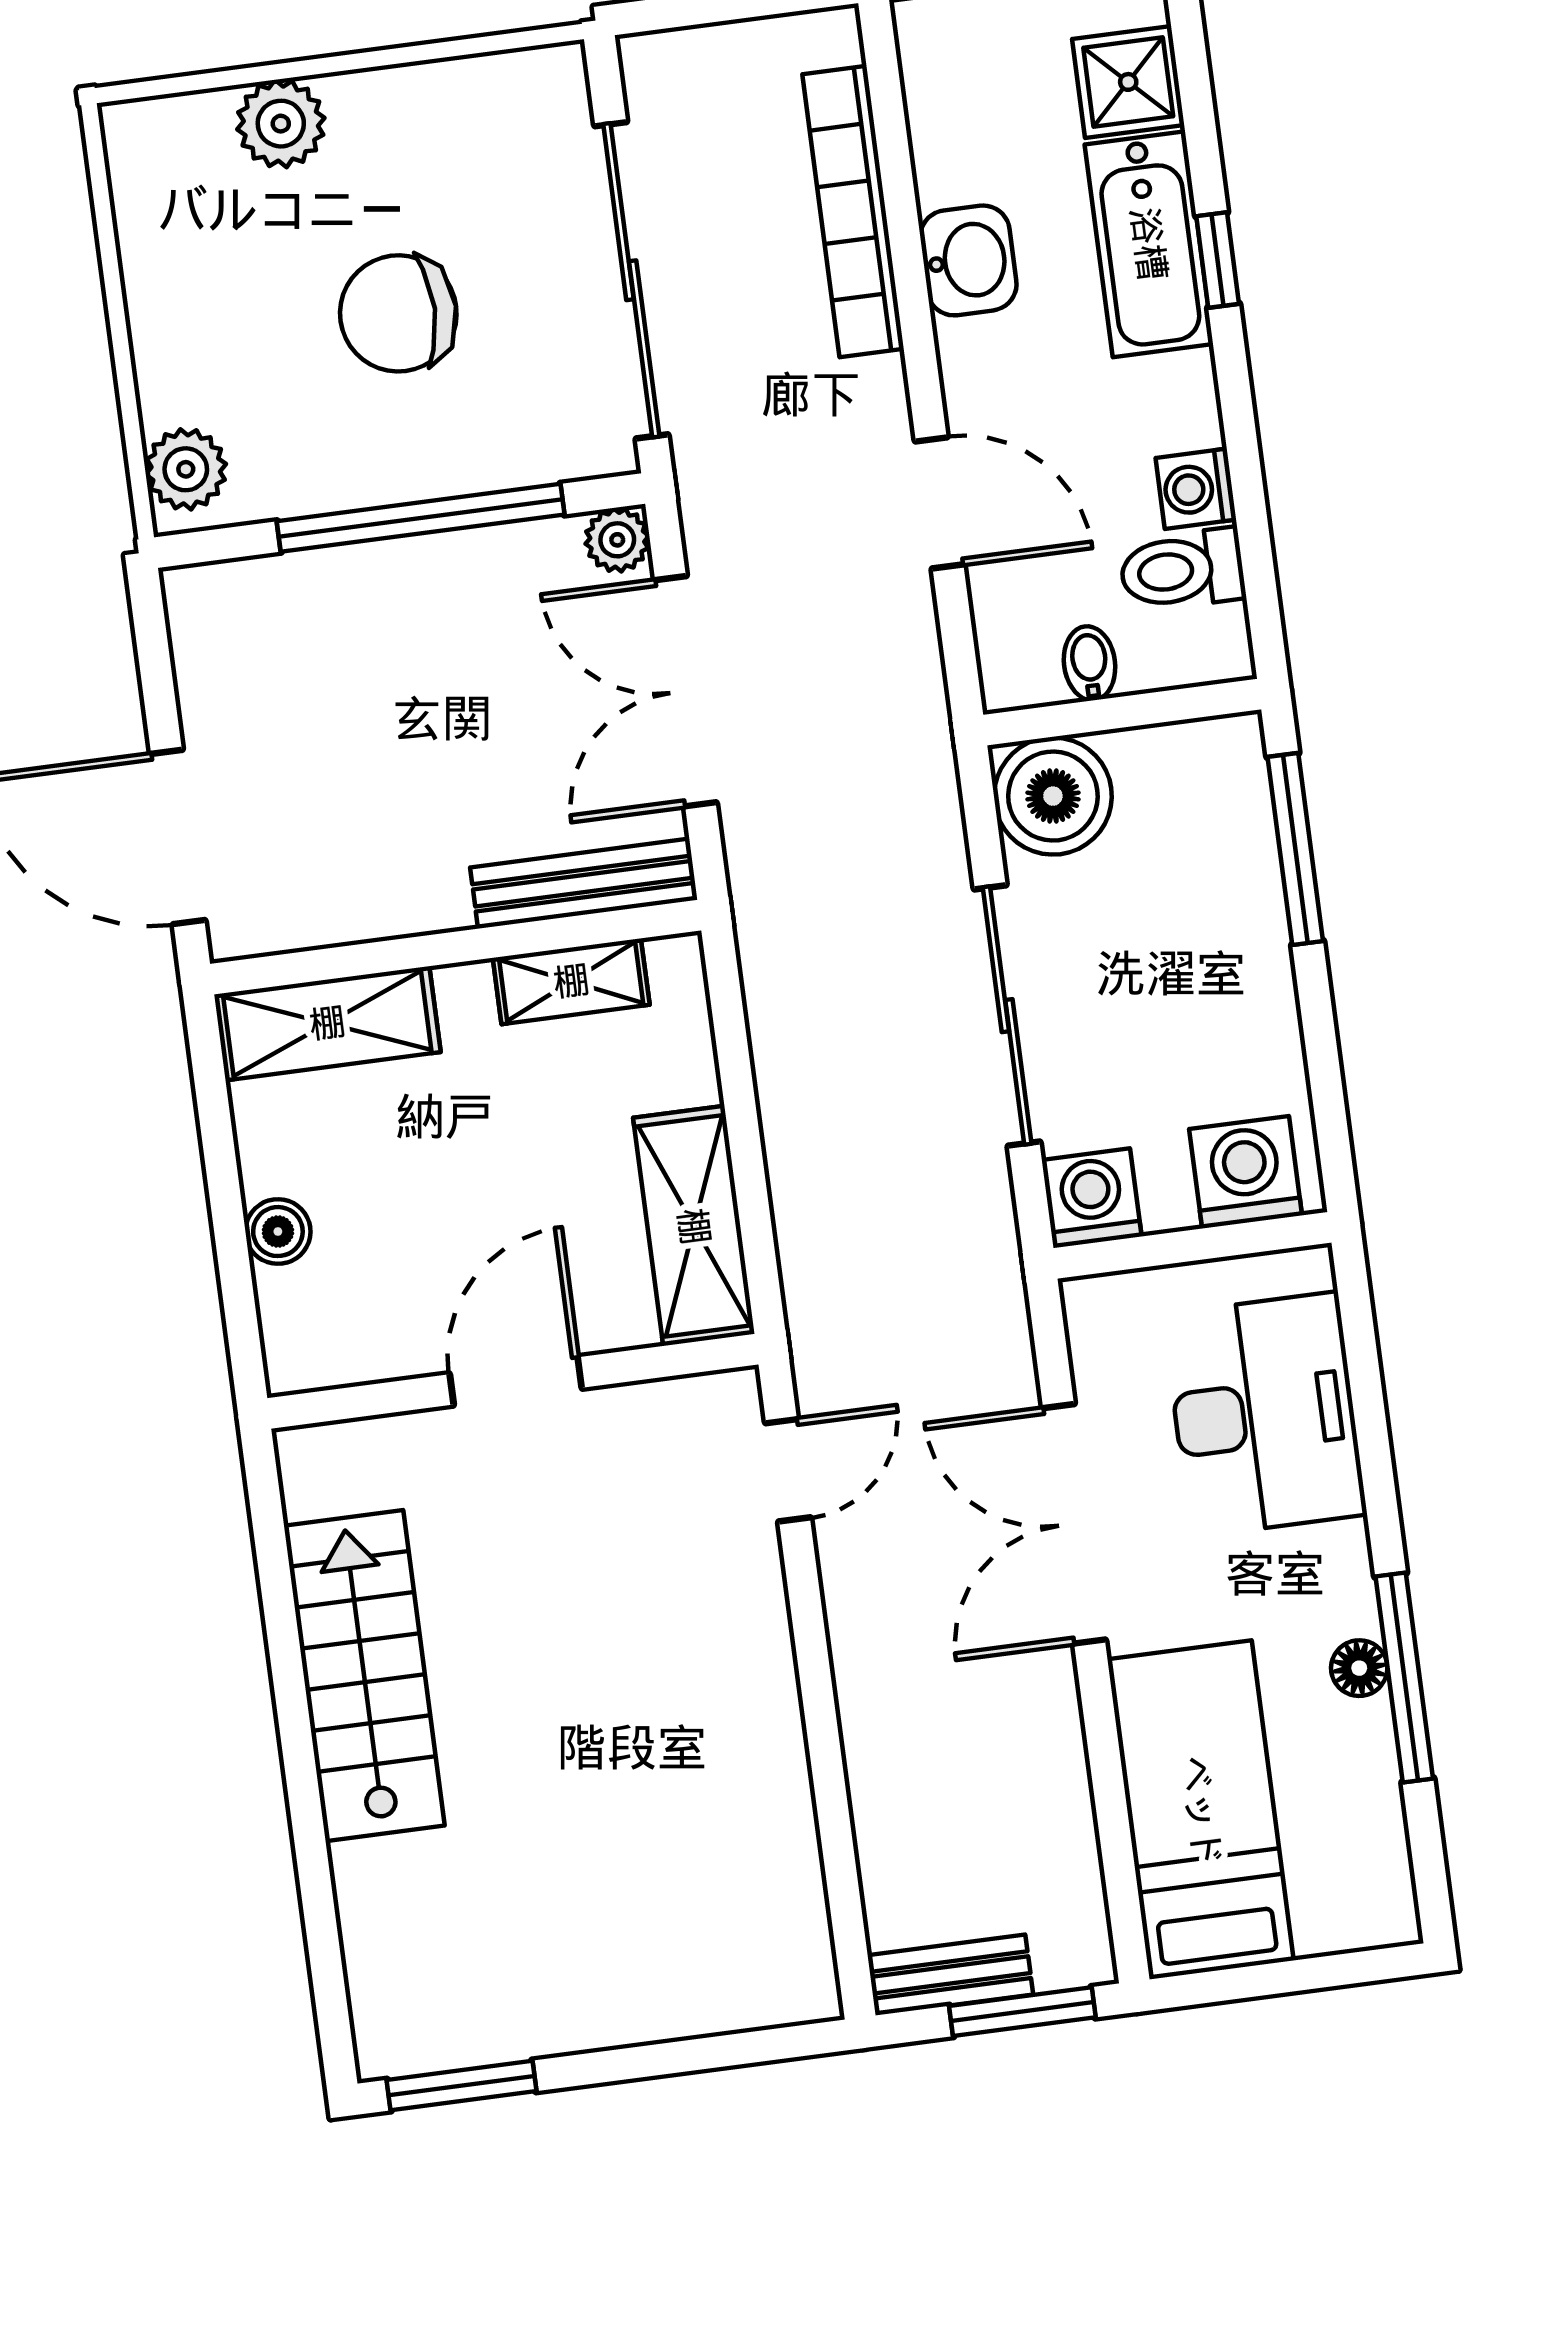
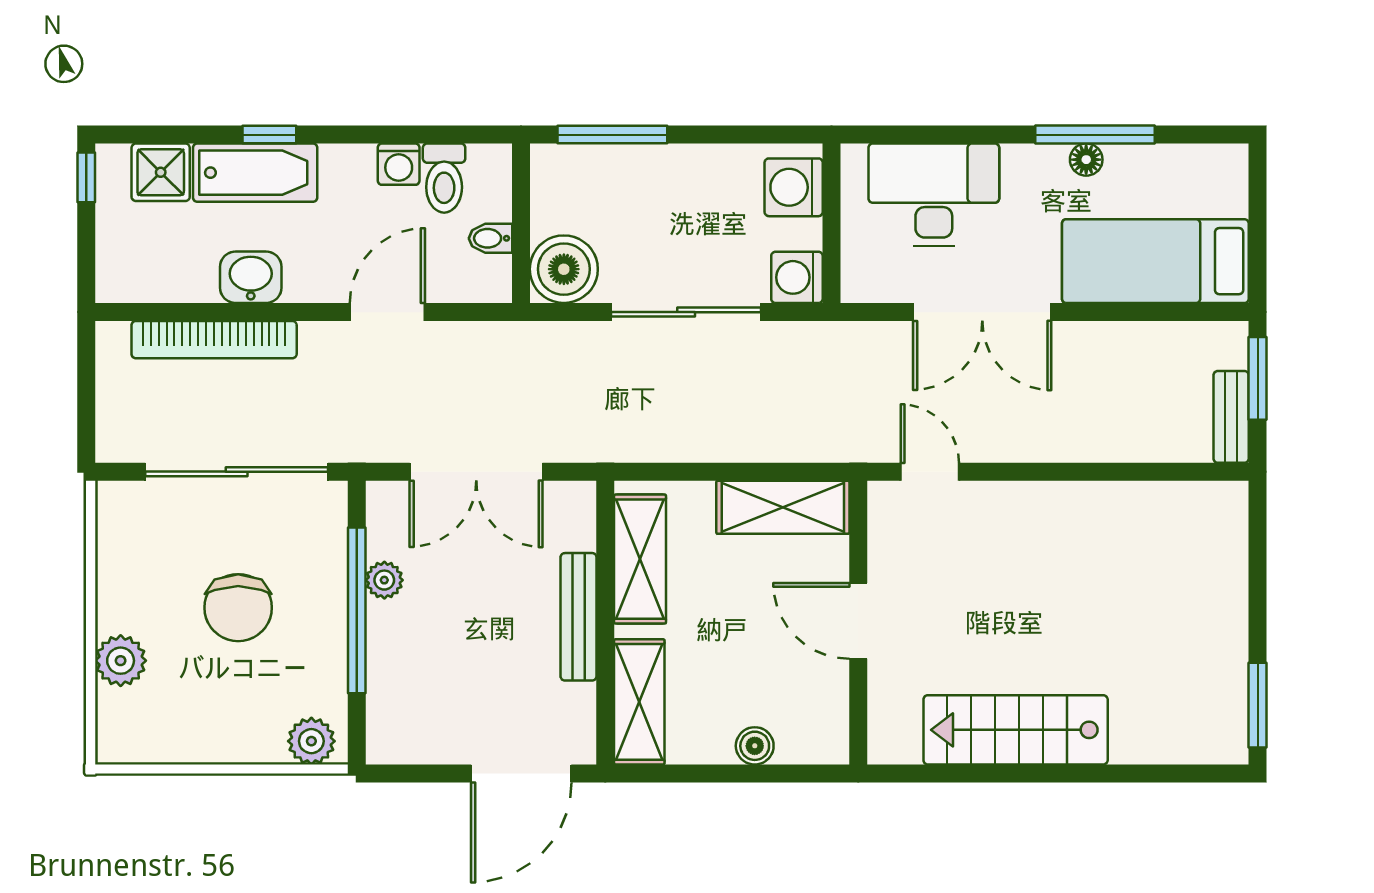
plant: (617, 540) -> (384, 580), moved
bench: (584, 884) -> (579, 617), moved
shelving: (571, 981) -> (640, 559), width x1.50, depth x1.33

